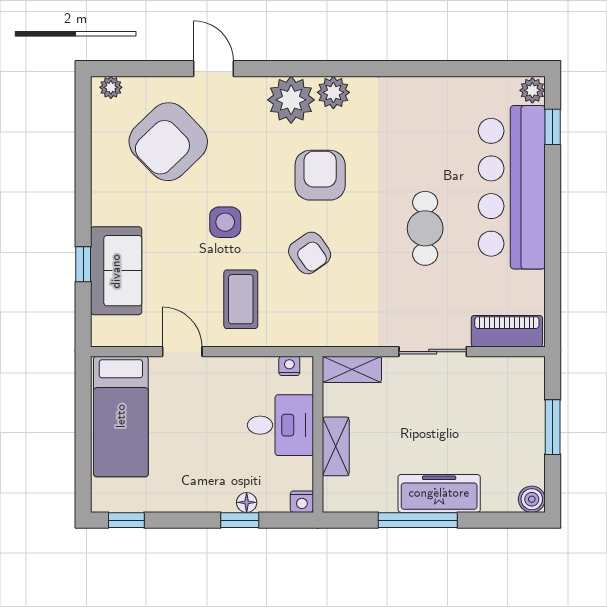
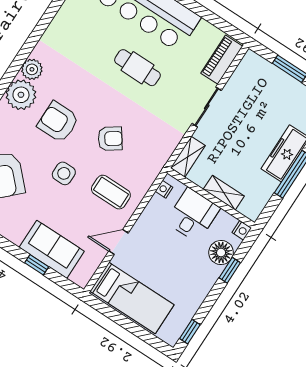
armchair: (320, 175) -> (58, 122), moved
floor lamp: (247, 502) -> (221, 253), width x1.89, depth x1.89

